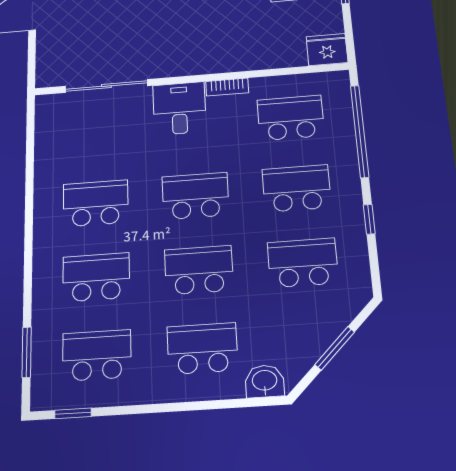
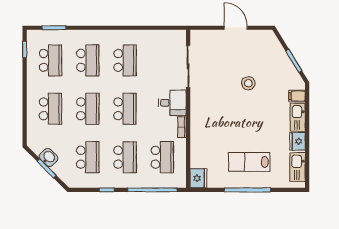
washbasin: (265, 381) -> (49, 157), moved, turned -45

